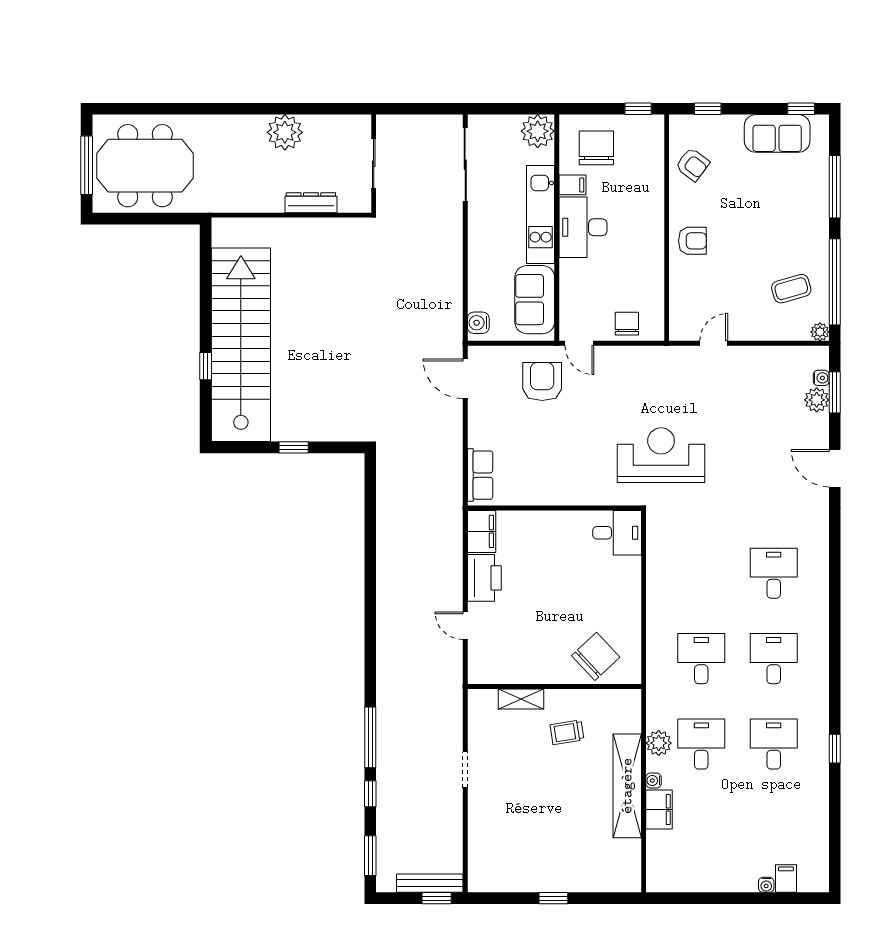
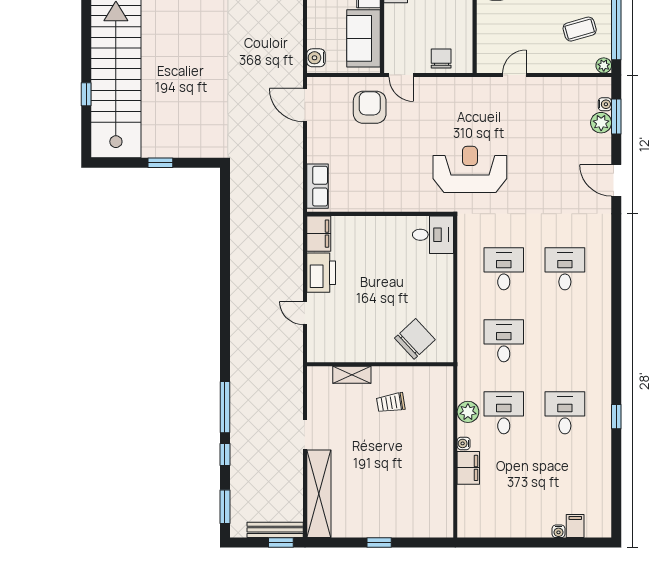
desk: (774, 659) -> (504, 269), moved
shelving: (627, 786) -> (319, 494), moved

